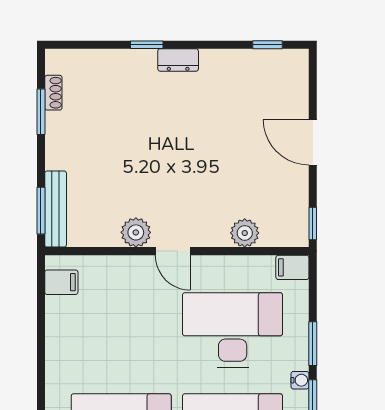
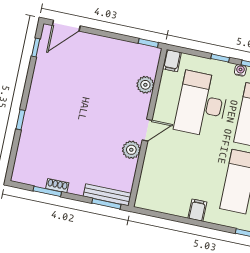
dresser: (178, 60) -> (34, 103), removed
shoe rack: (53, 93) -> (57, 186), moved
door: (313, 142) -> (66, 26), moved
filing cabinet: (61, 282) -> (197, 210), moved
window: (313, 344) -> (220, 58), width x0.67

